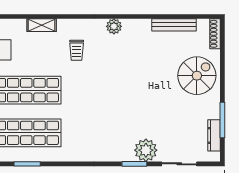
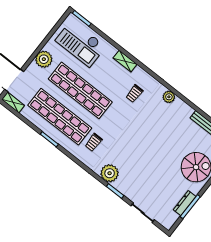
trolley: (74, 132) -> (94, 142), added
dresser: (214, 135) -> (185, 203), moved
plant: (146, 150) -> (110, 173), moved

